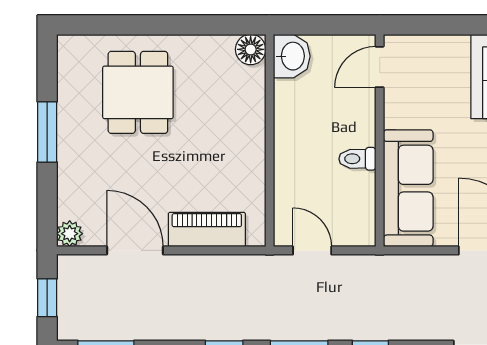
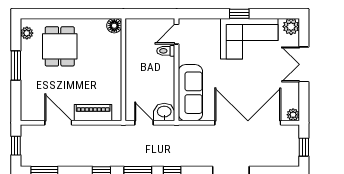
washbasin: (292, 56) -> (164, 112), moved, turned -90
toilet: (357, 159) -> (166, 51), moved
plant: (70, 234) -> (27, 33), moved

